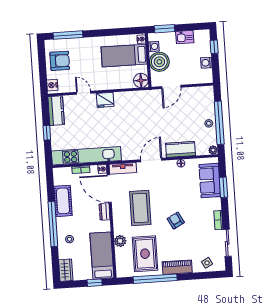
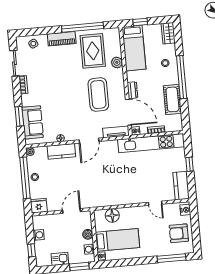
boiler: (159, 62) -> (88, 234), width x0.54, depth x0.54
floor lamp: (141, 80) -> (112, 215), moved
fridge: (105, 100) -> (39, 206), moved
armchair: (176, 221) -> (64, 83), removed

